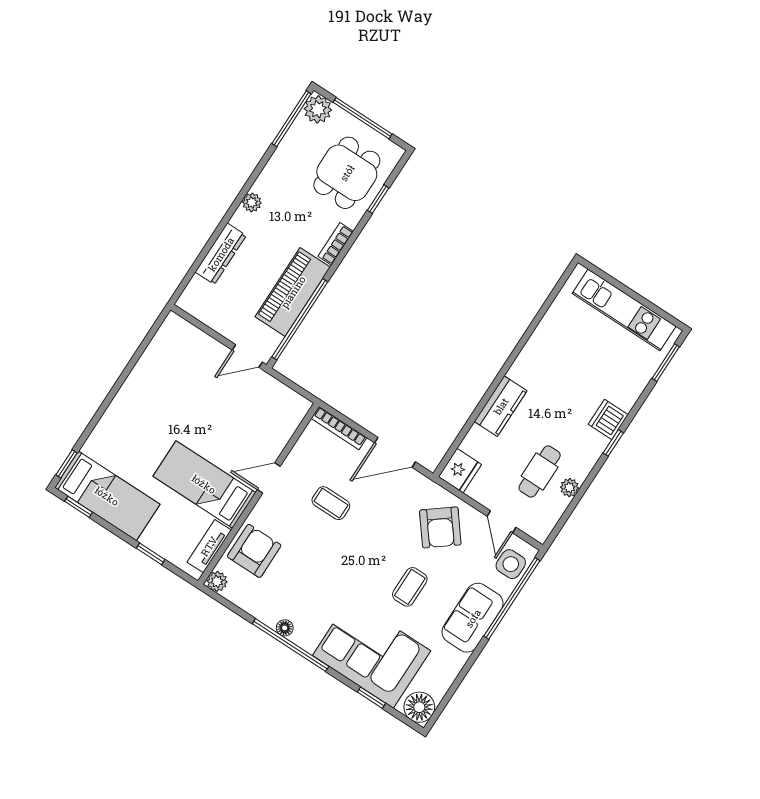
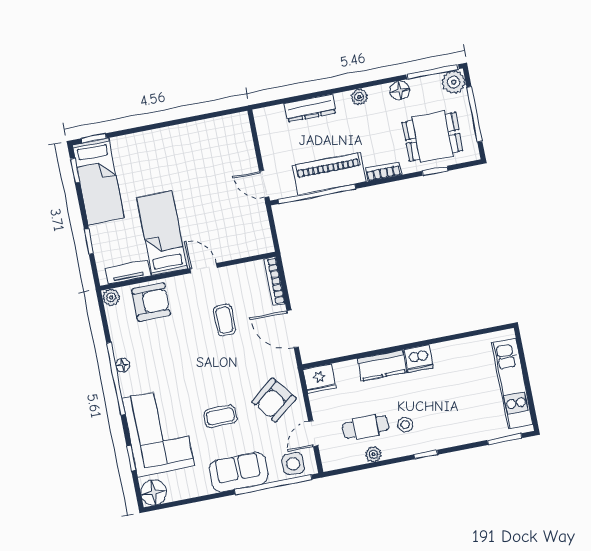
floor lamp: (280, 162) -> (400, 91), added
dishwasher: (608, 419) -> (419, 359), moved, turned 180
stool: (570, 436) -> (405, 425), added

